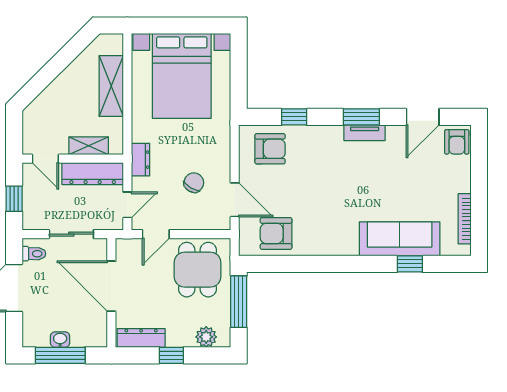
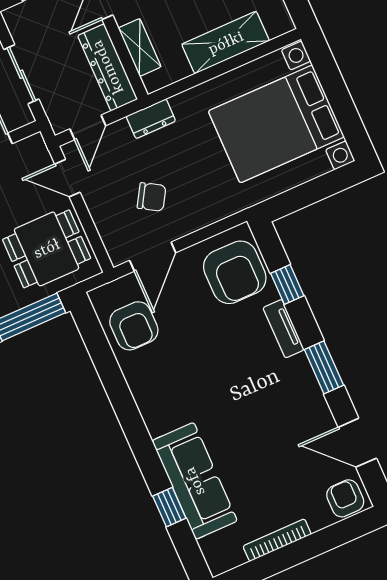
tv unit: (365, 133) -> (283, 329), moved
armchair: (457, 142) -> (345, 498), turned 90
armchair: (270, 149) -> (235, 272), width x1.36, depth x1.36
door: (127, 205) -> (88, 127), hinge flipped
bookcase: (465, 219) -> (277, 540), moved
armchair: (276, 233) -> (134, 326), turned 180

